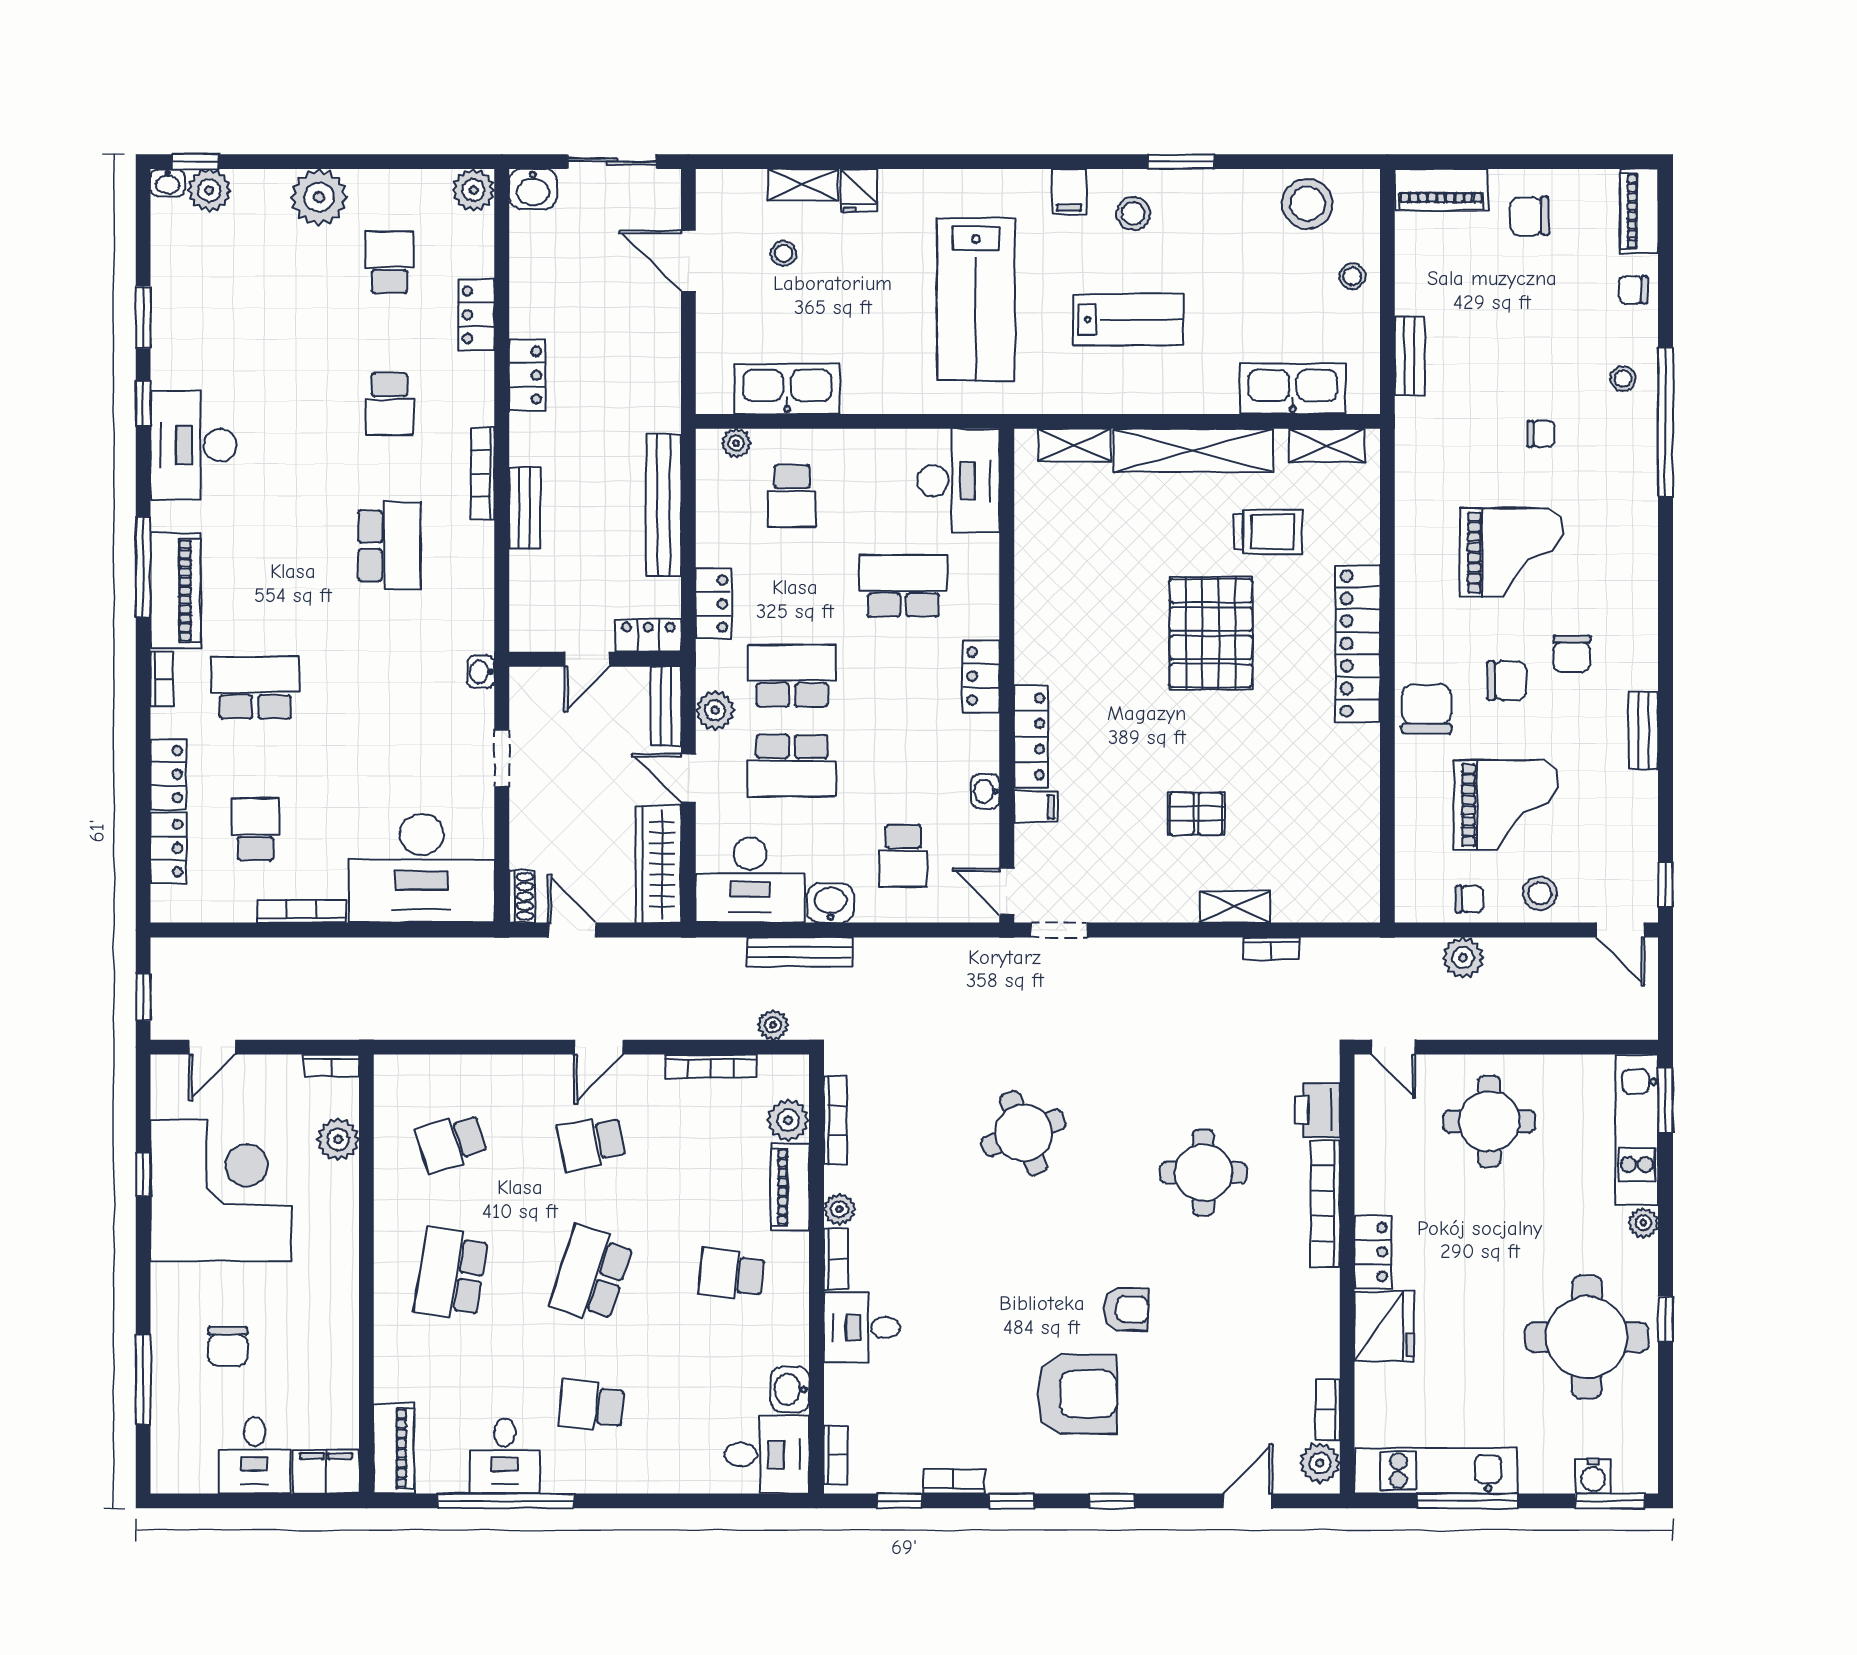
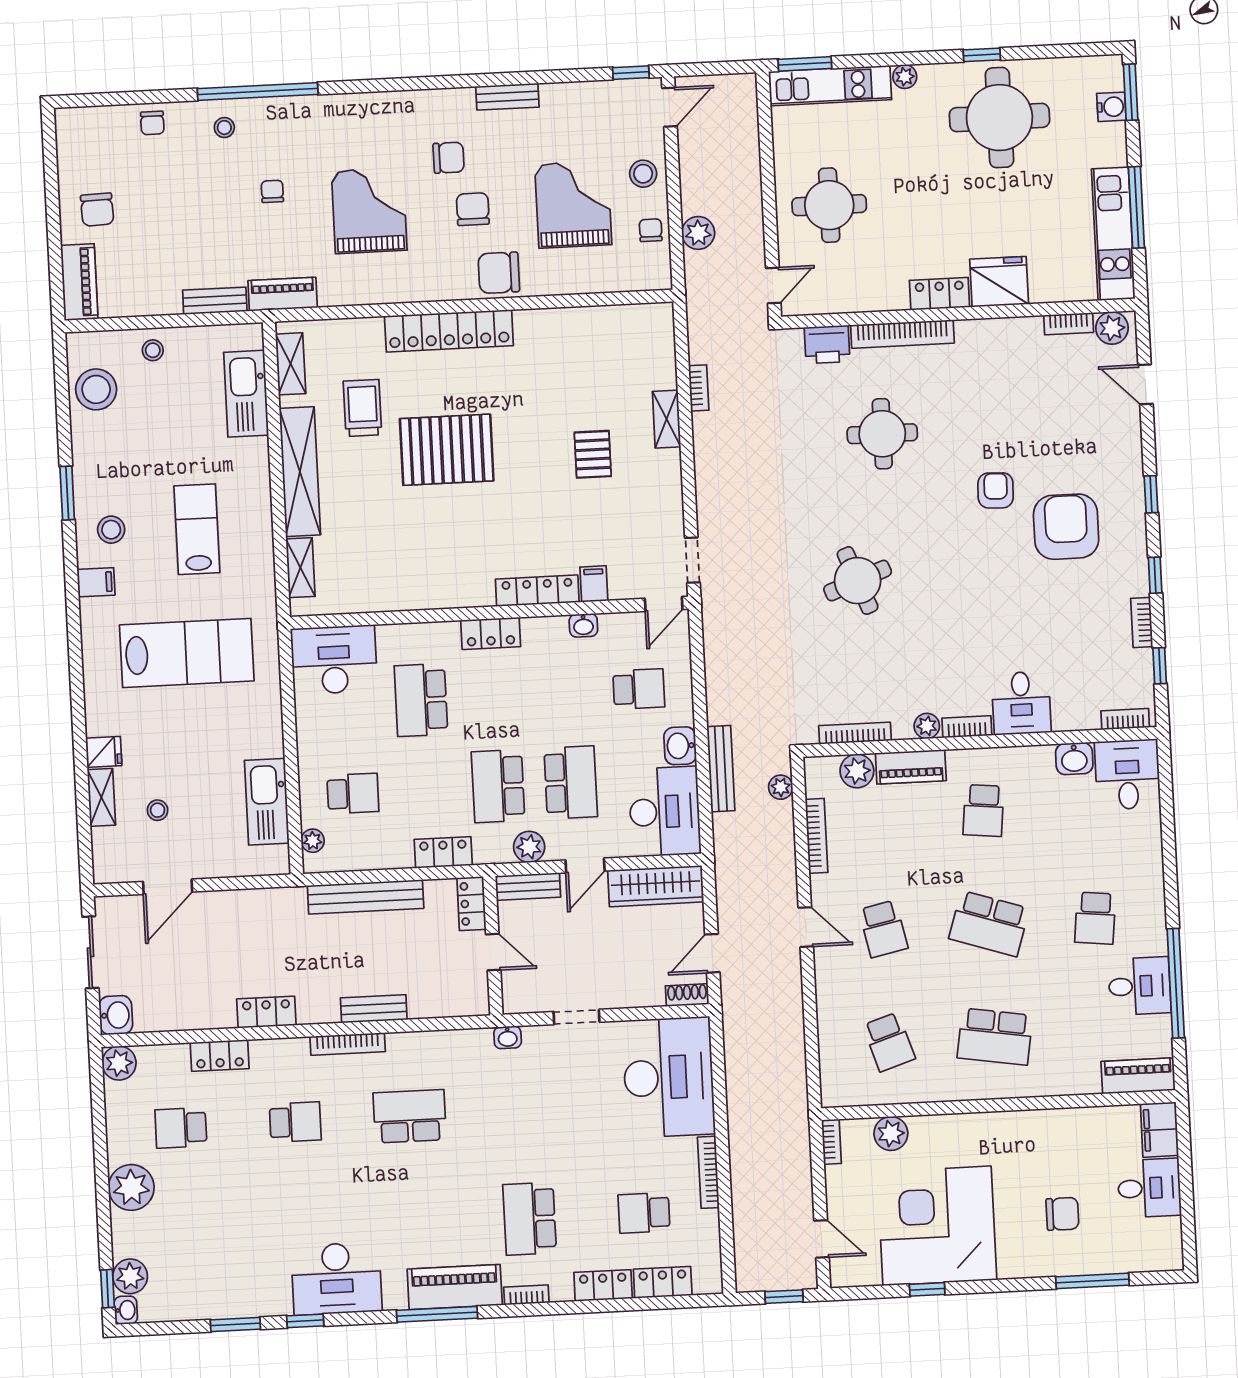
piano: (1639, 211) -> (283, 294), moved, turned 180

